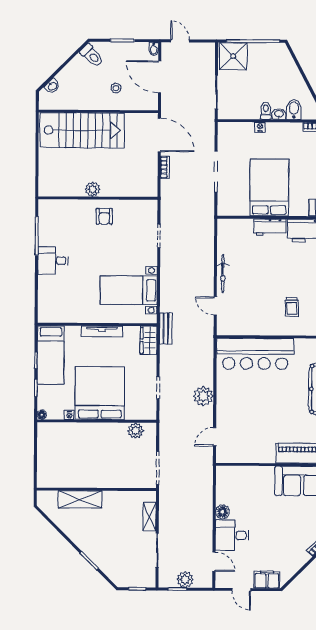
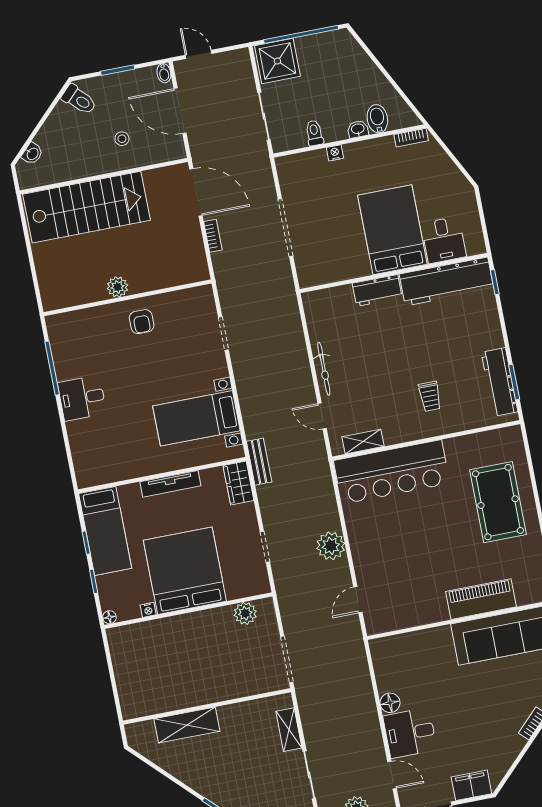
toilet: (266, 111) -> (314, 133), moved
bed: (269, 188) -> (392, 230), moved
shelving: (240, 329) -> (363, 442), added

